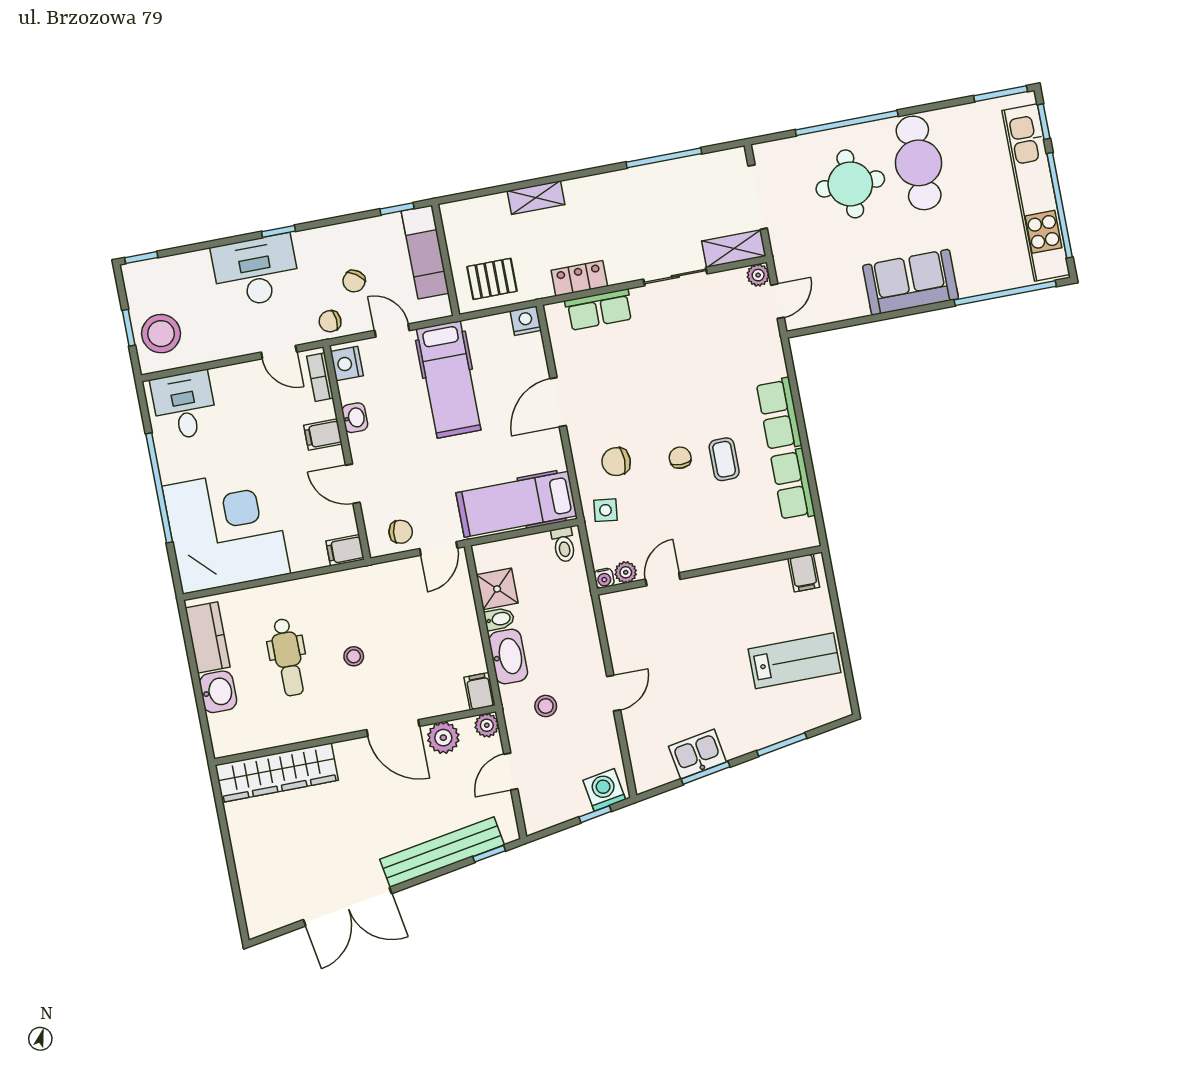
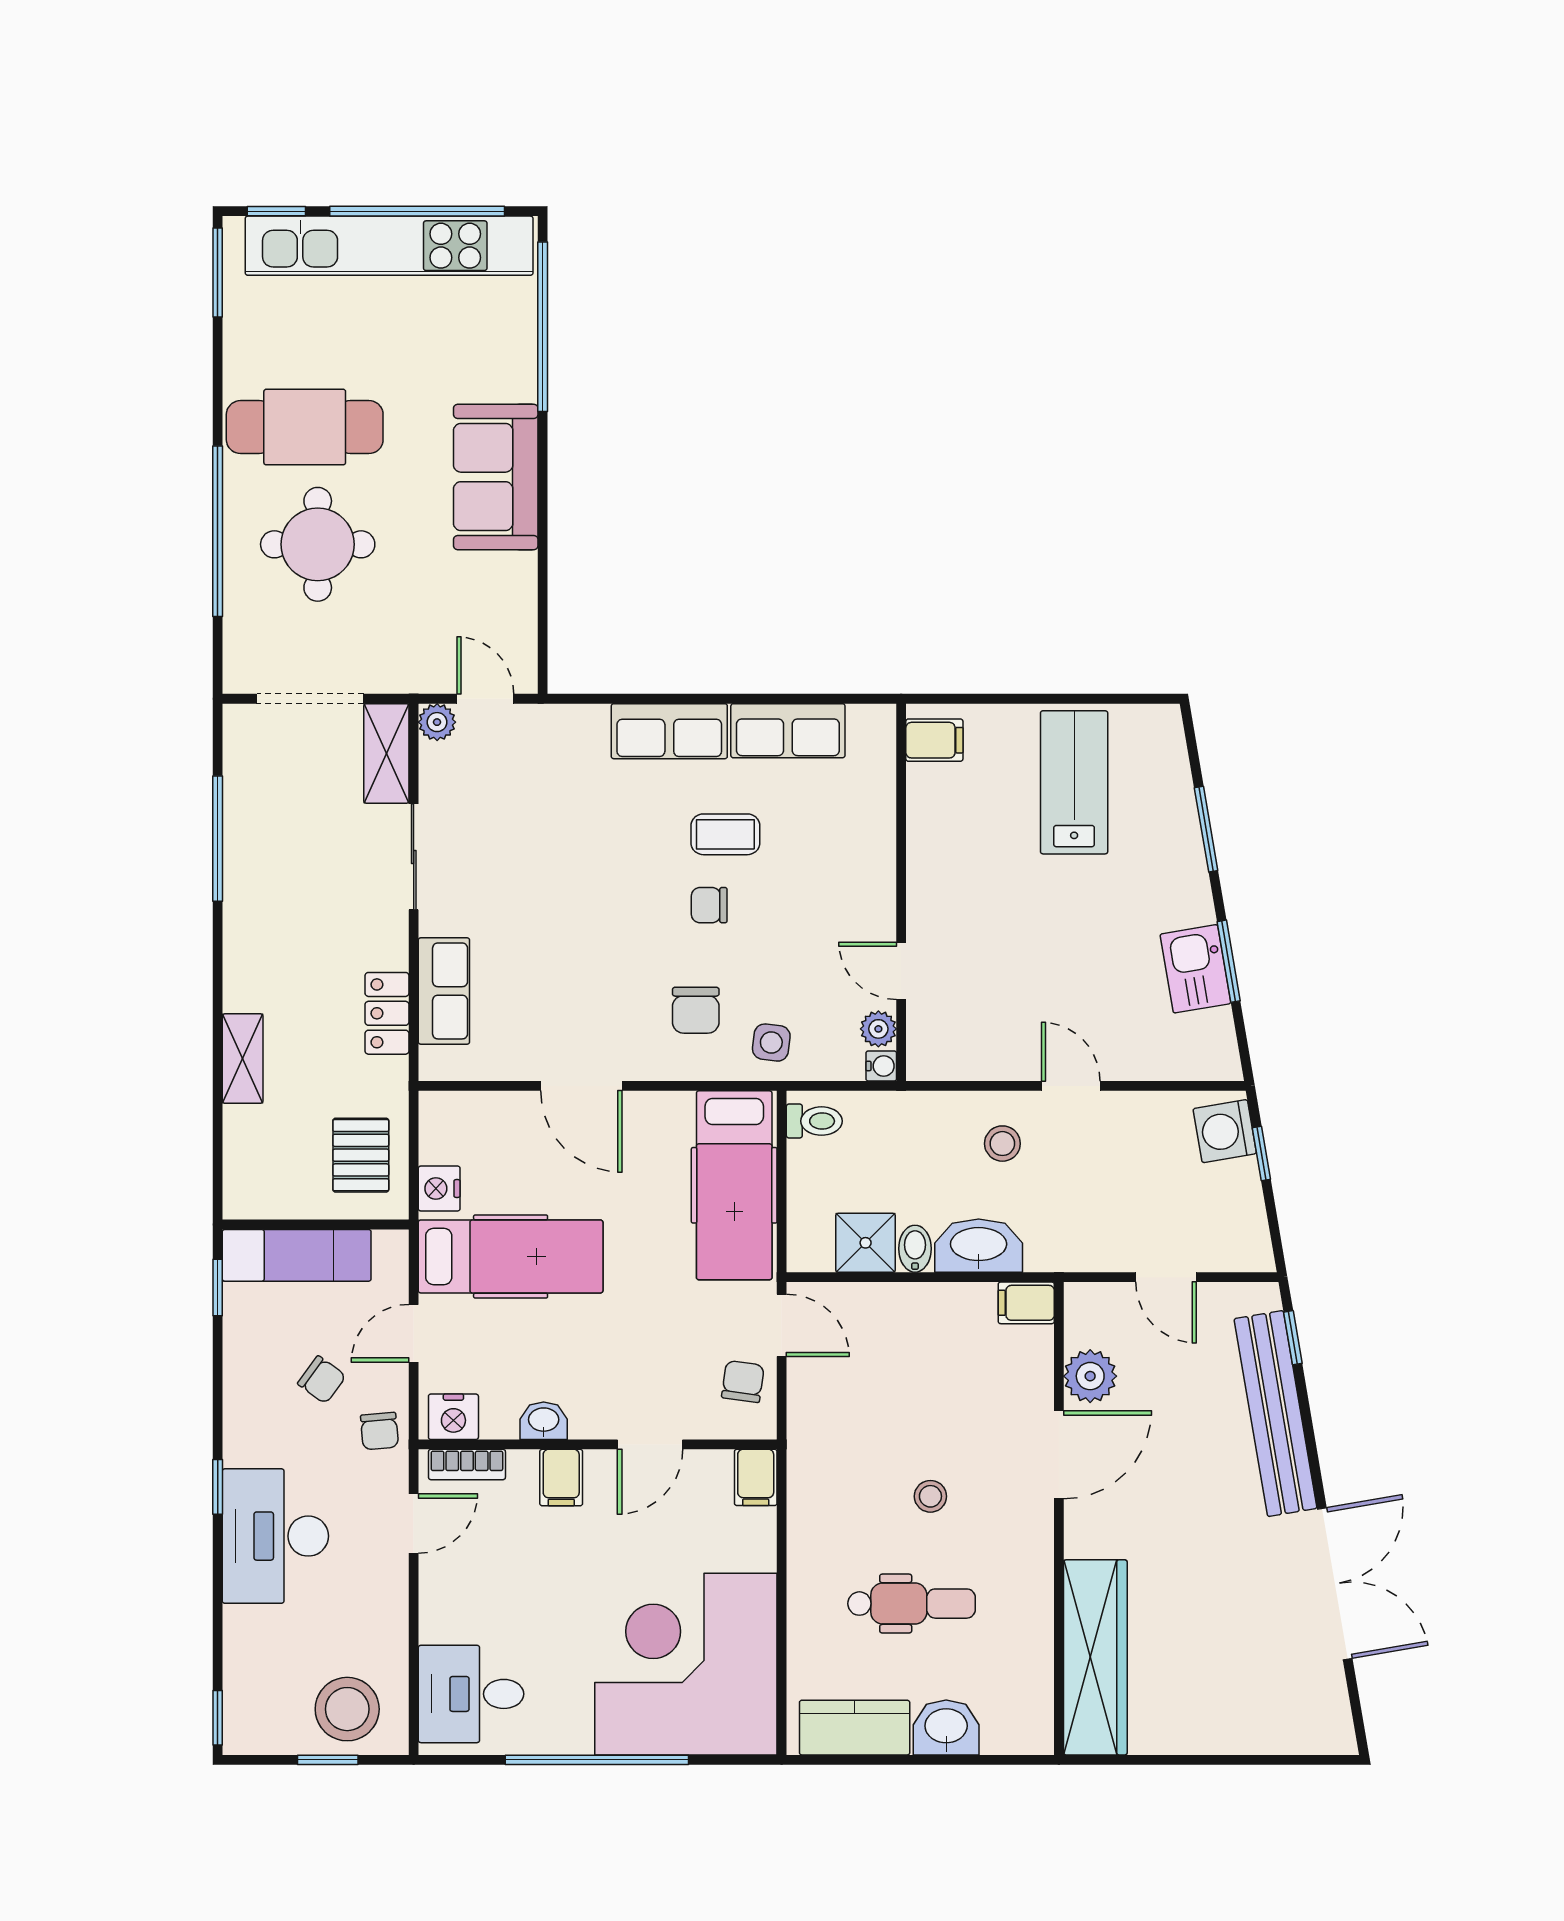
nightstand: (526, 321) -> (439, 1189), moved
stool: (546, 706) -> (1002, 1144), moved
plant: (487, 725) -> (1084, 1302), removed

